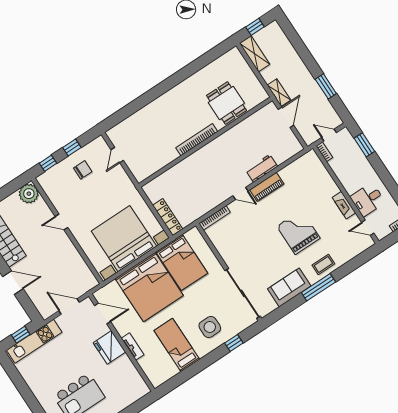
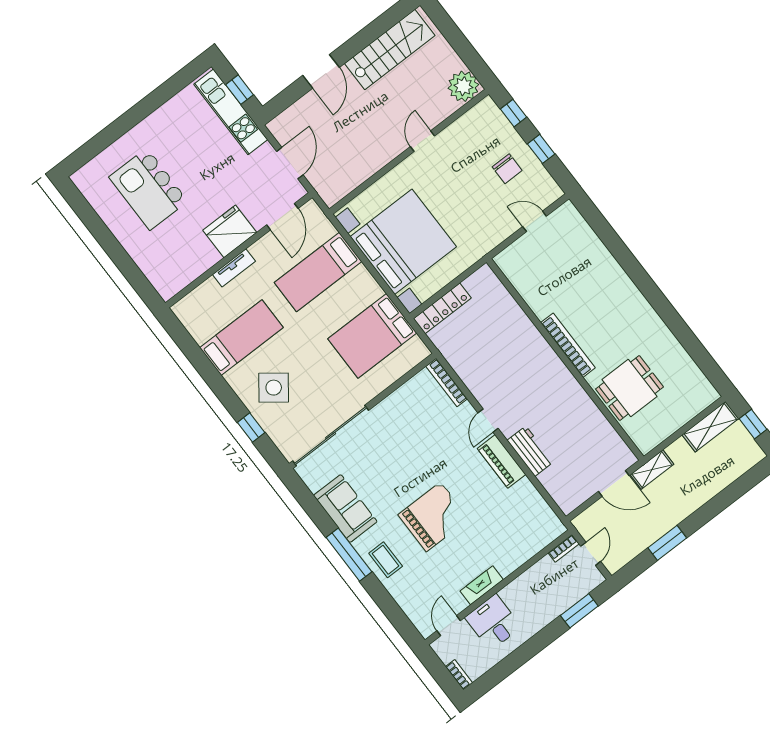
bed: (149, 287) -> (318, 272), width x0.49
side table: (210, 327) -> (274, 388), turned 37

